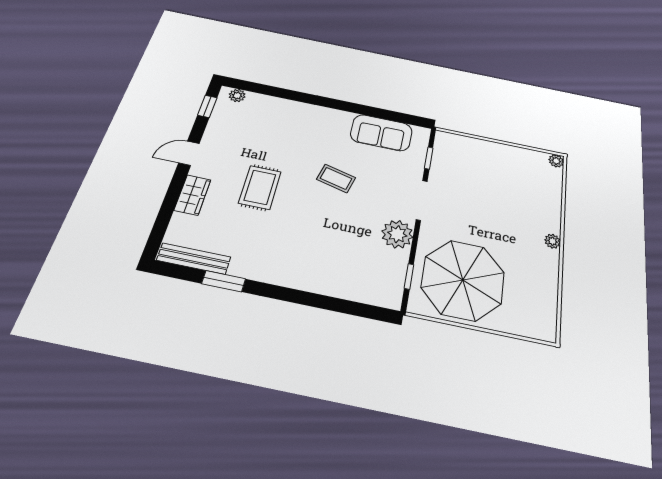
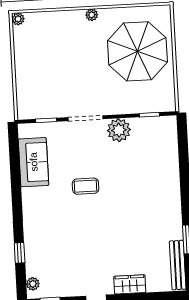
window: (279, 92) -> (20, 253), added
coffee table: (336, 178) -> (86, 186), turned 76
rug: (260, 187) -> (110, 239), removed
parasol: (463, 280) -> (137, 51), moved

